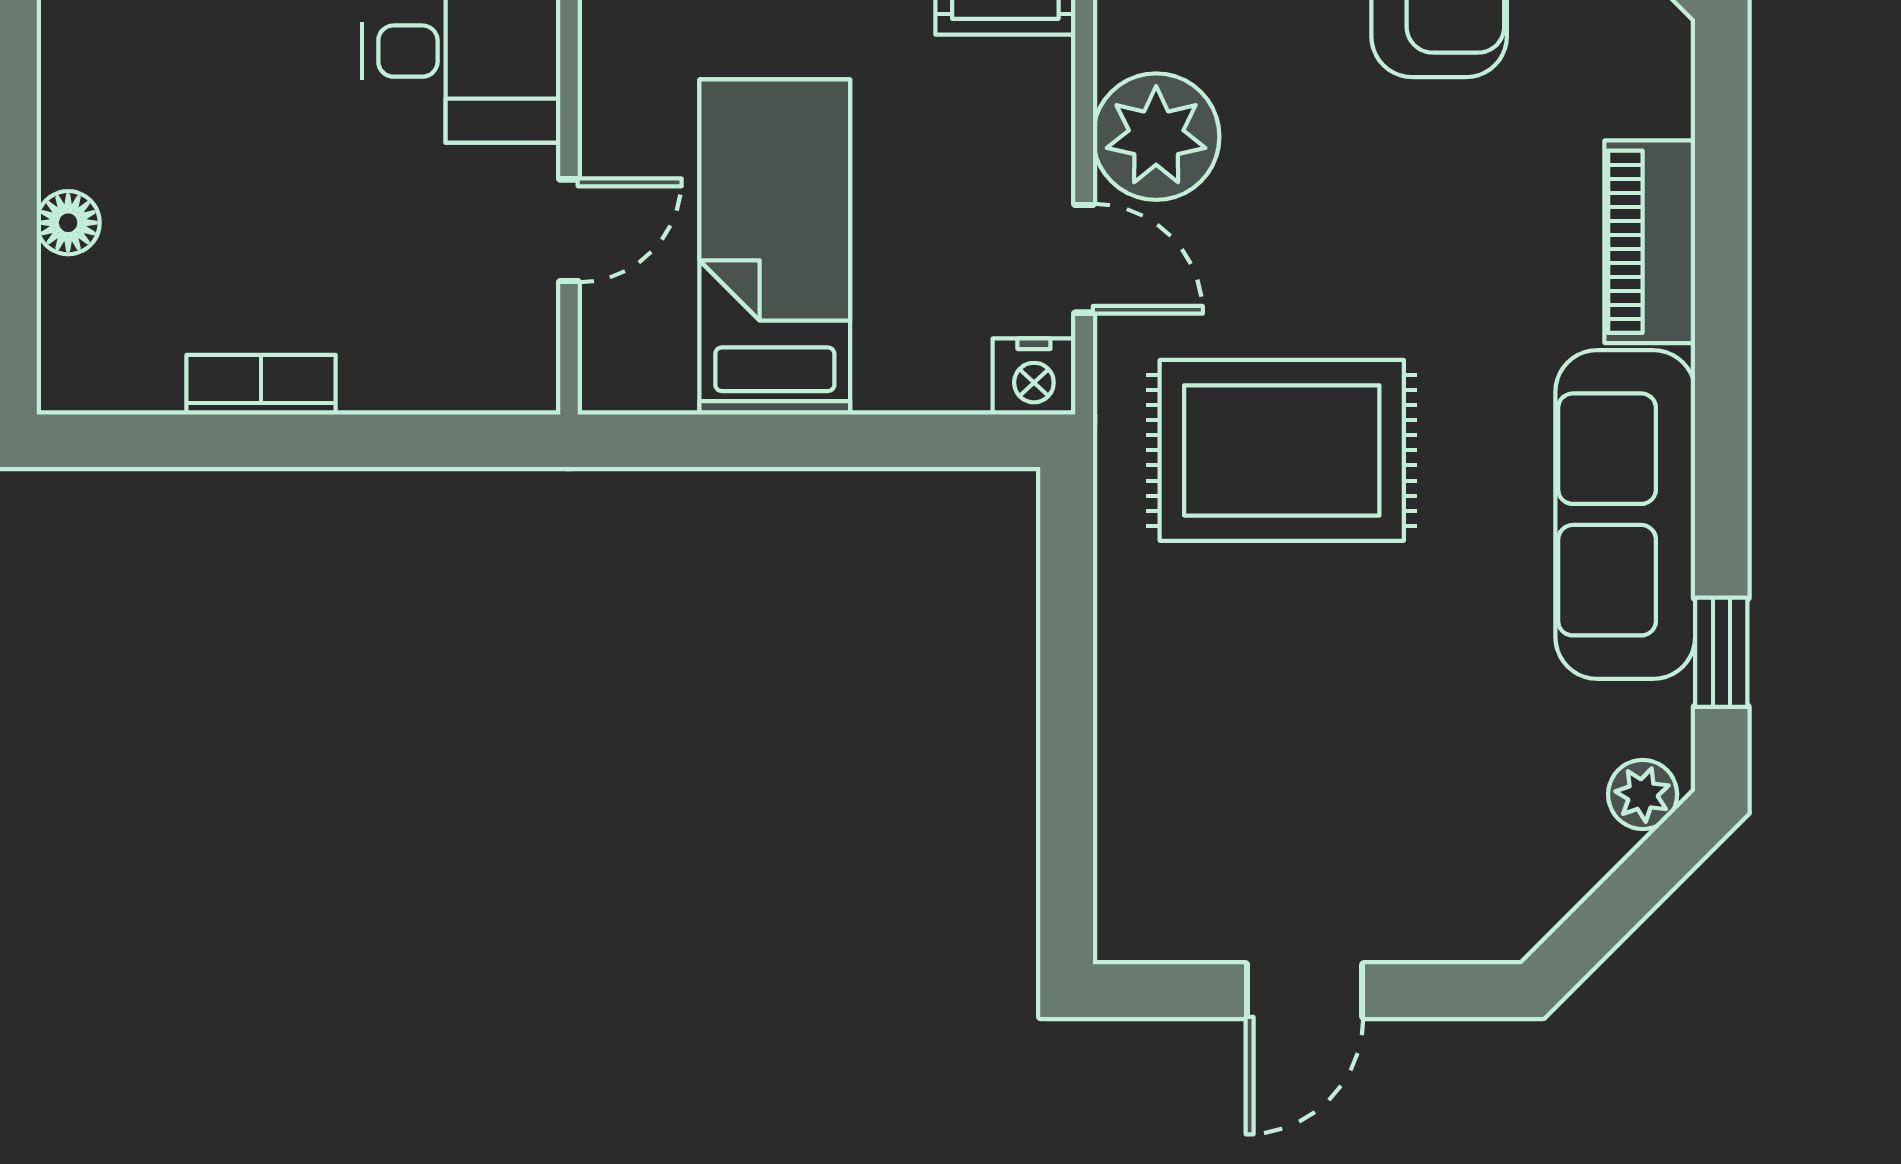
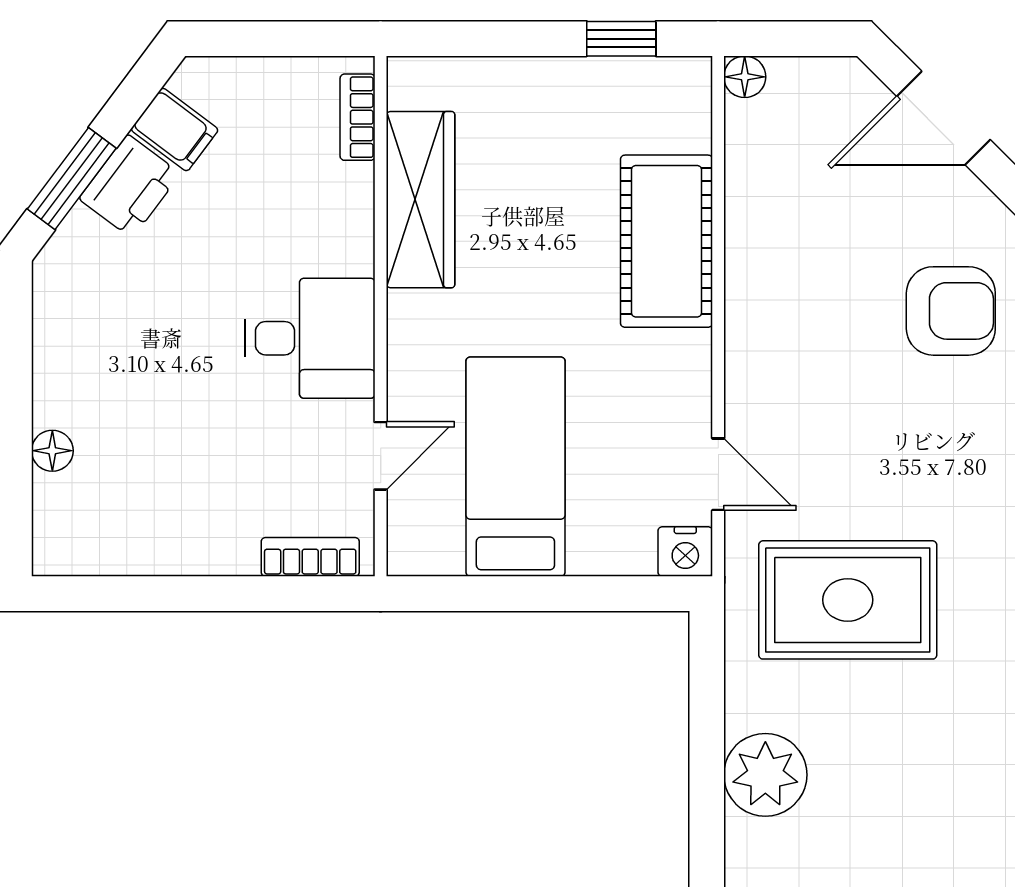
plant: (1156, 137) -> (765, 775), moved
bookcase: (261, 385) -> (310, 557), moved

